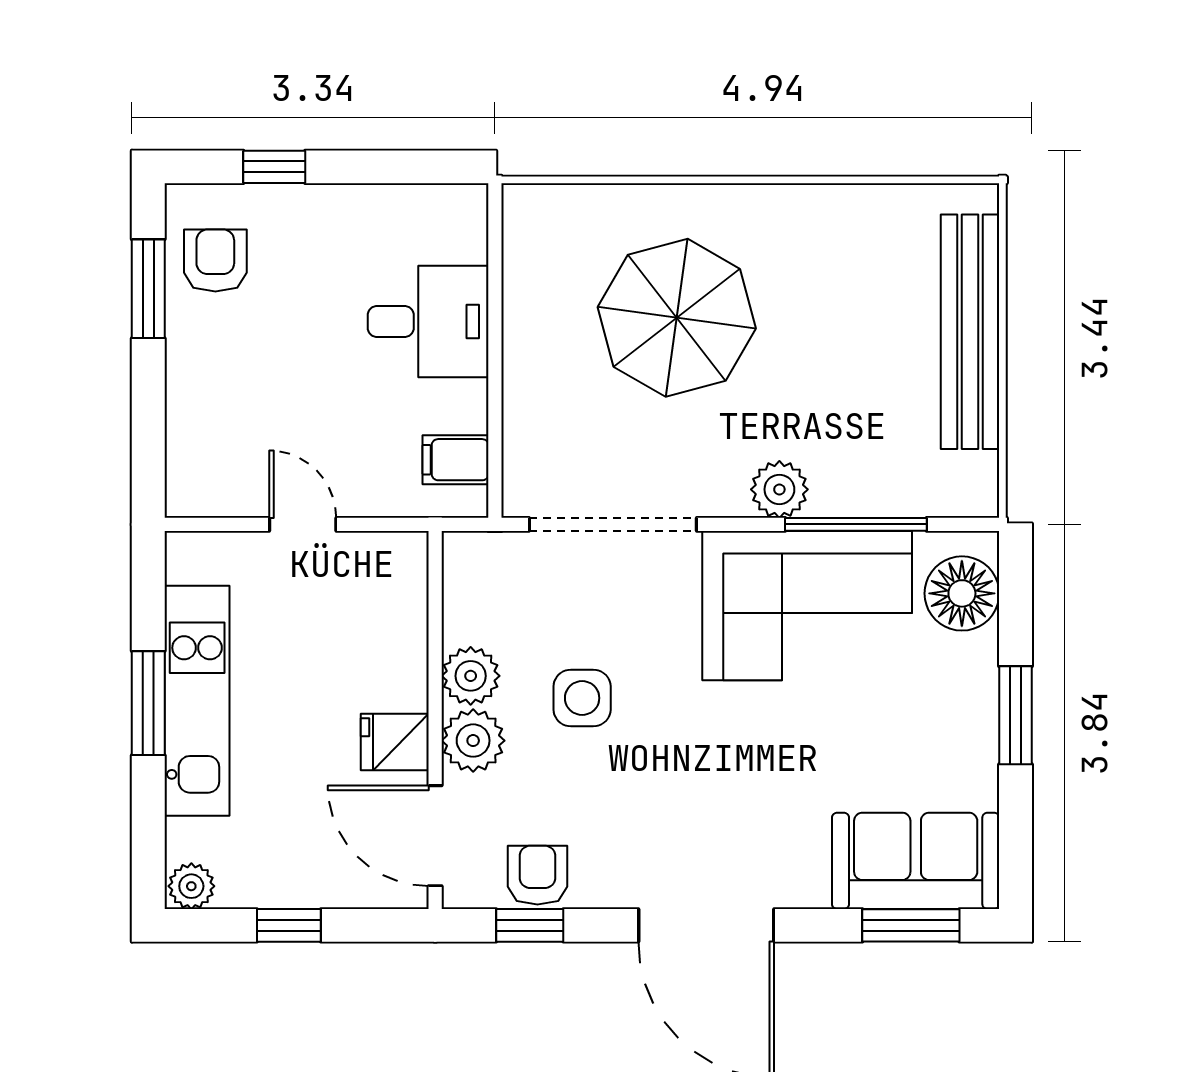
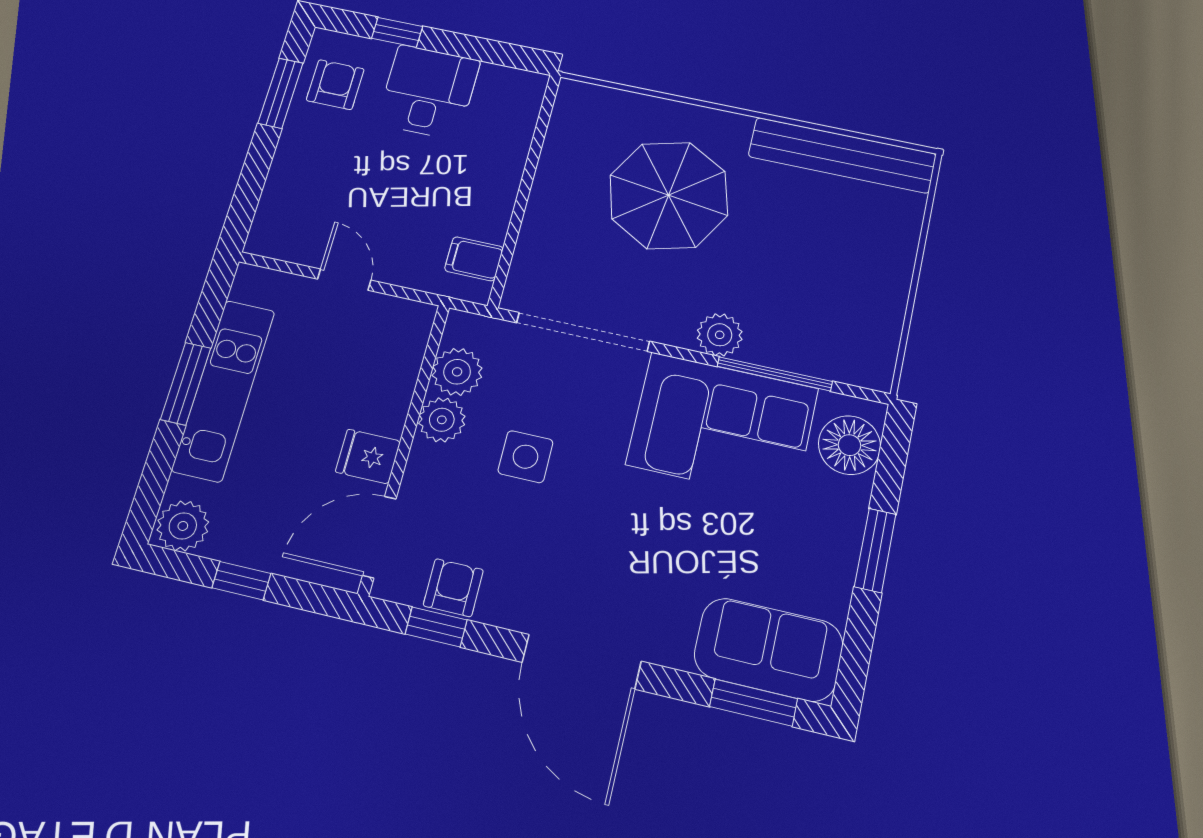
desk: (428, 322) -> (428, 92), moved, turned -90
bench: (970, 332) -> (842, 155), moved, turned 90
plant: (473, 741) -> (457, 372), moved
door: (435, 836) -> (379, 537), hinge flipped
plant: (191, 886) -> (183, 526), width x1.38, depth x1.38

